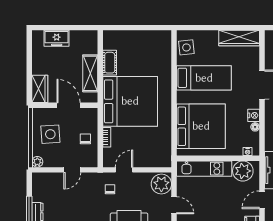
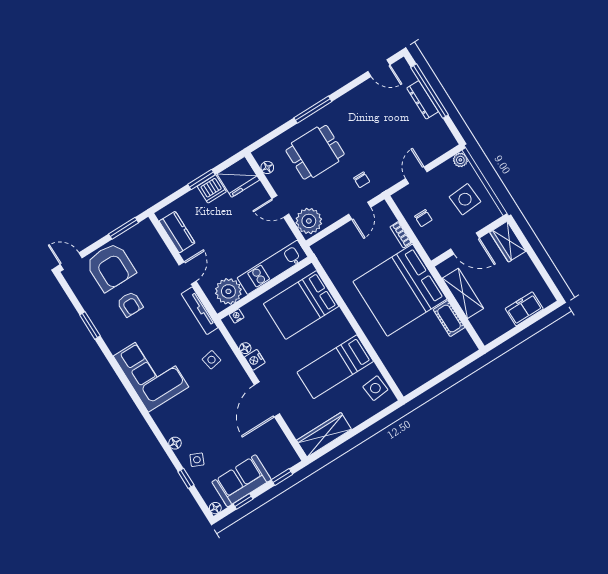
bed: (201, 126) -> (301, 305), width x0.73

